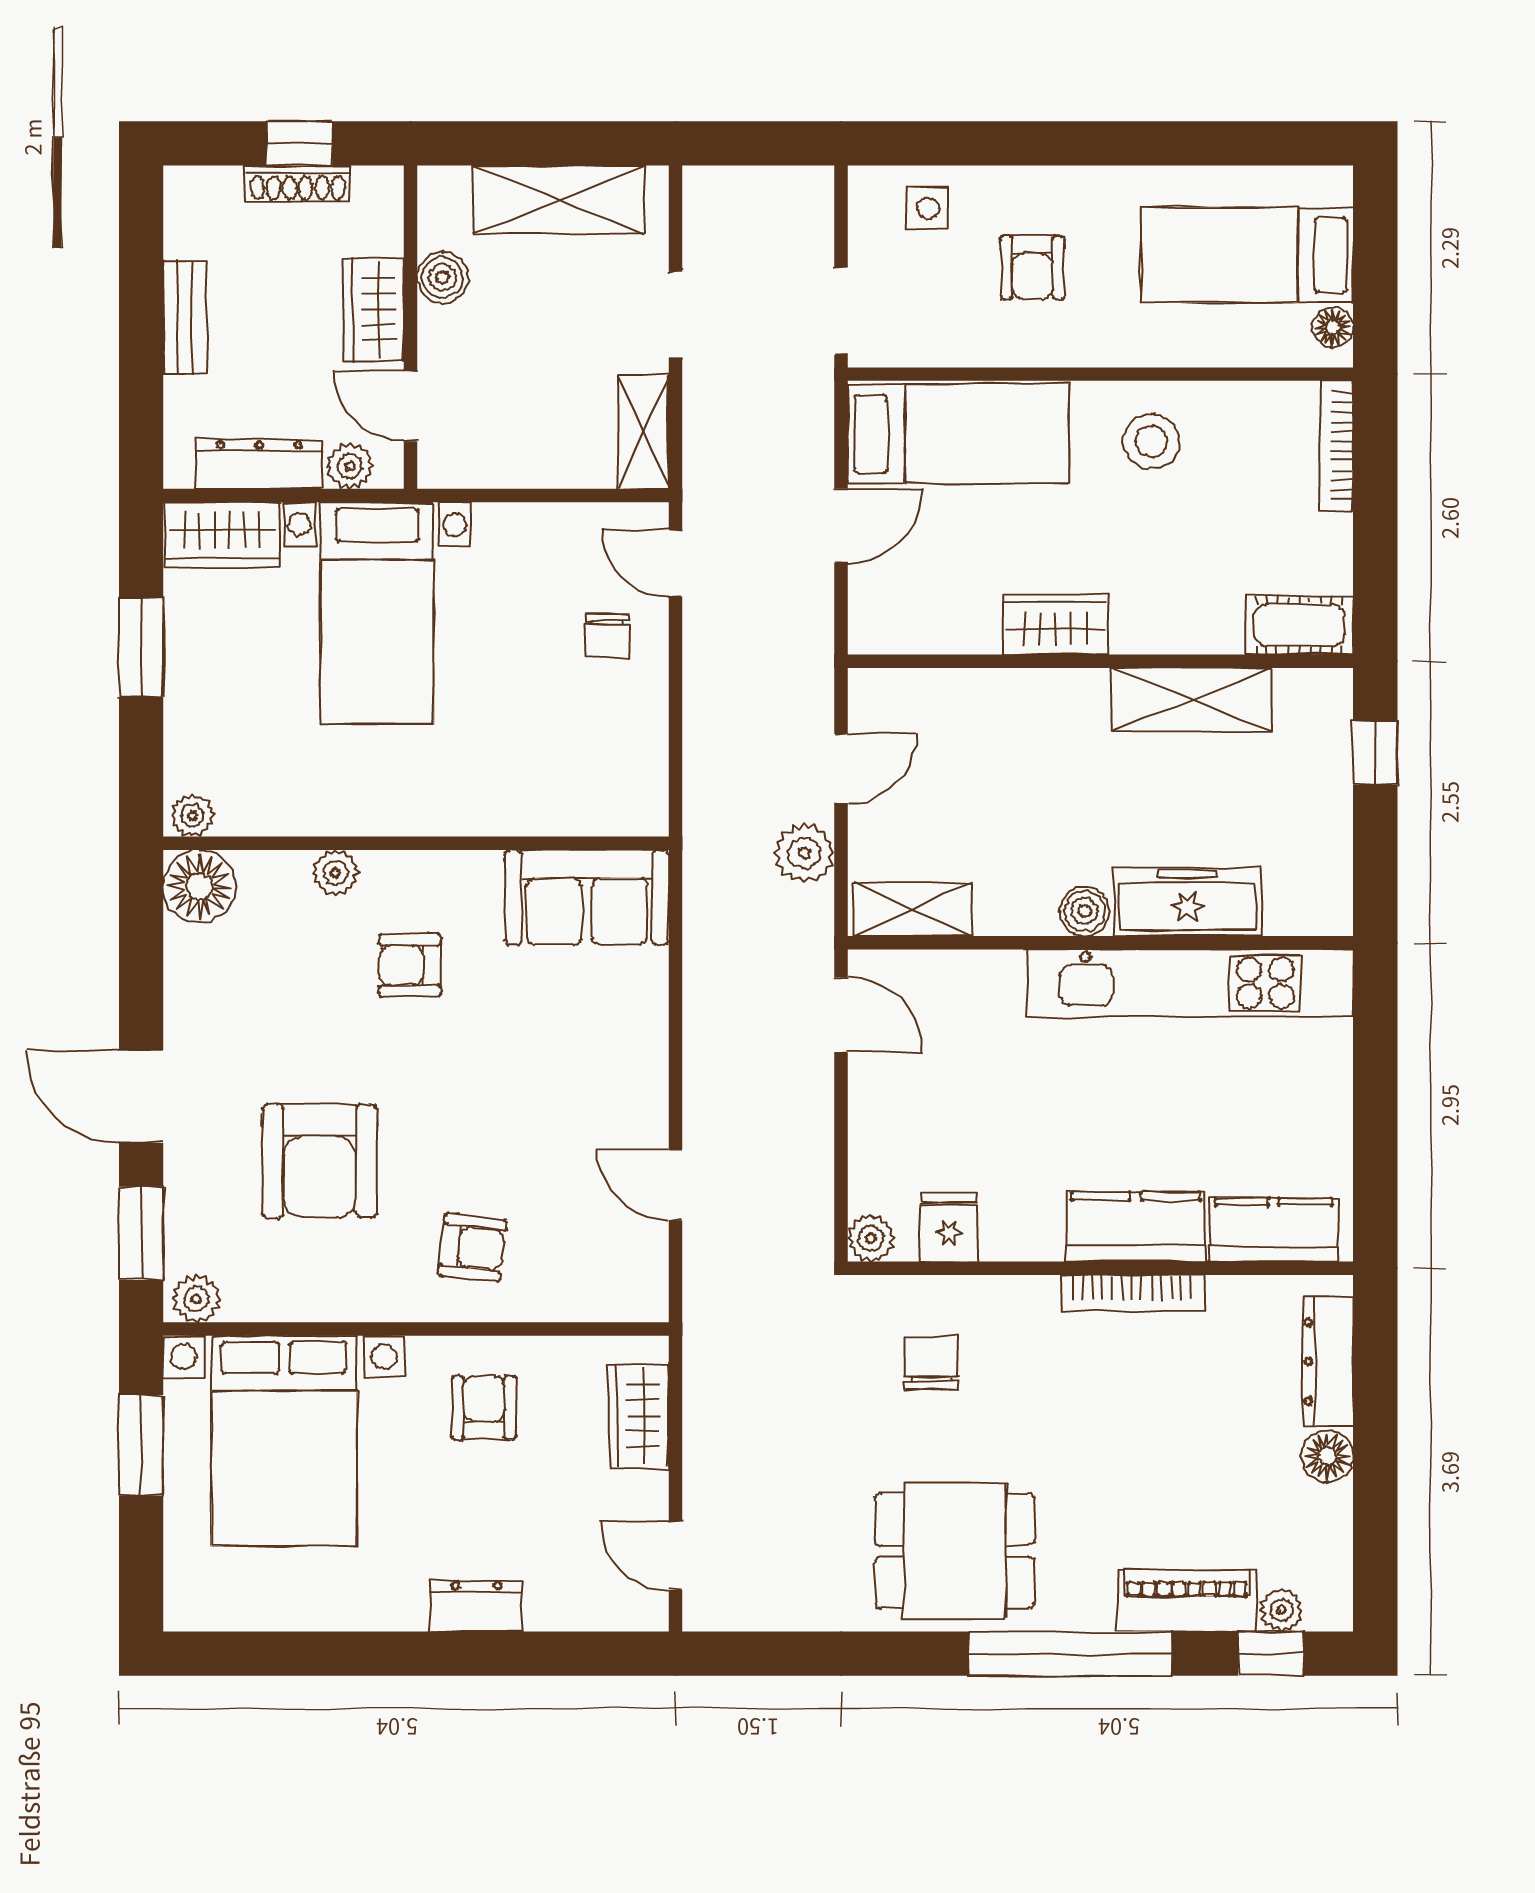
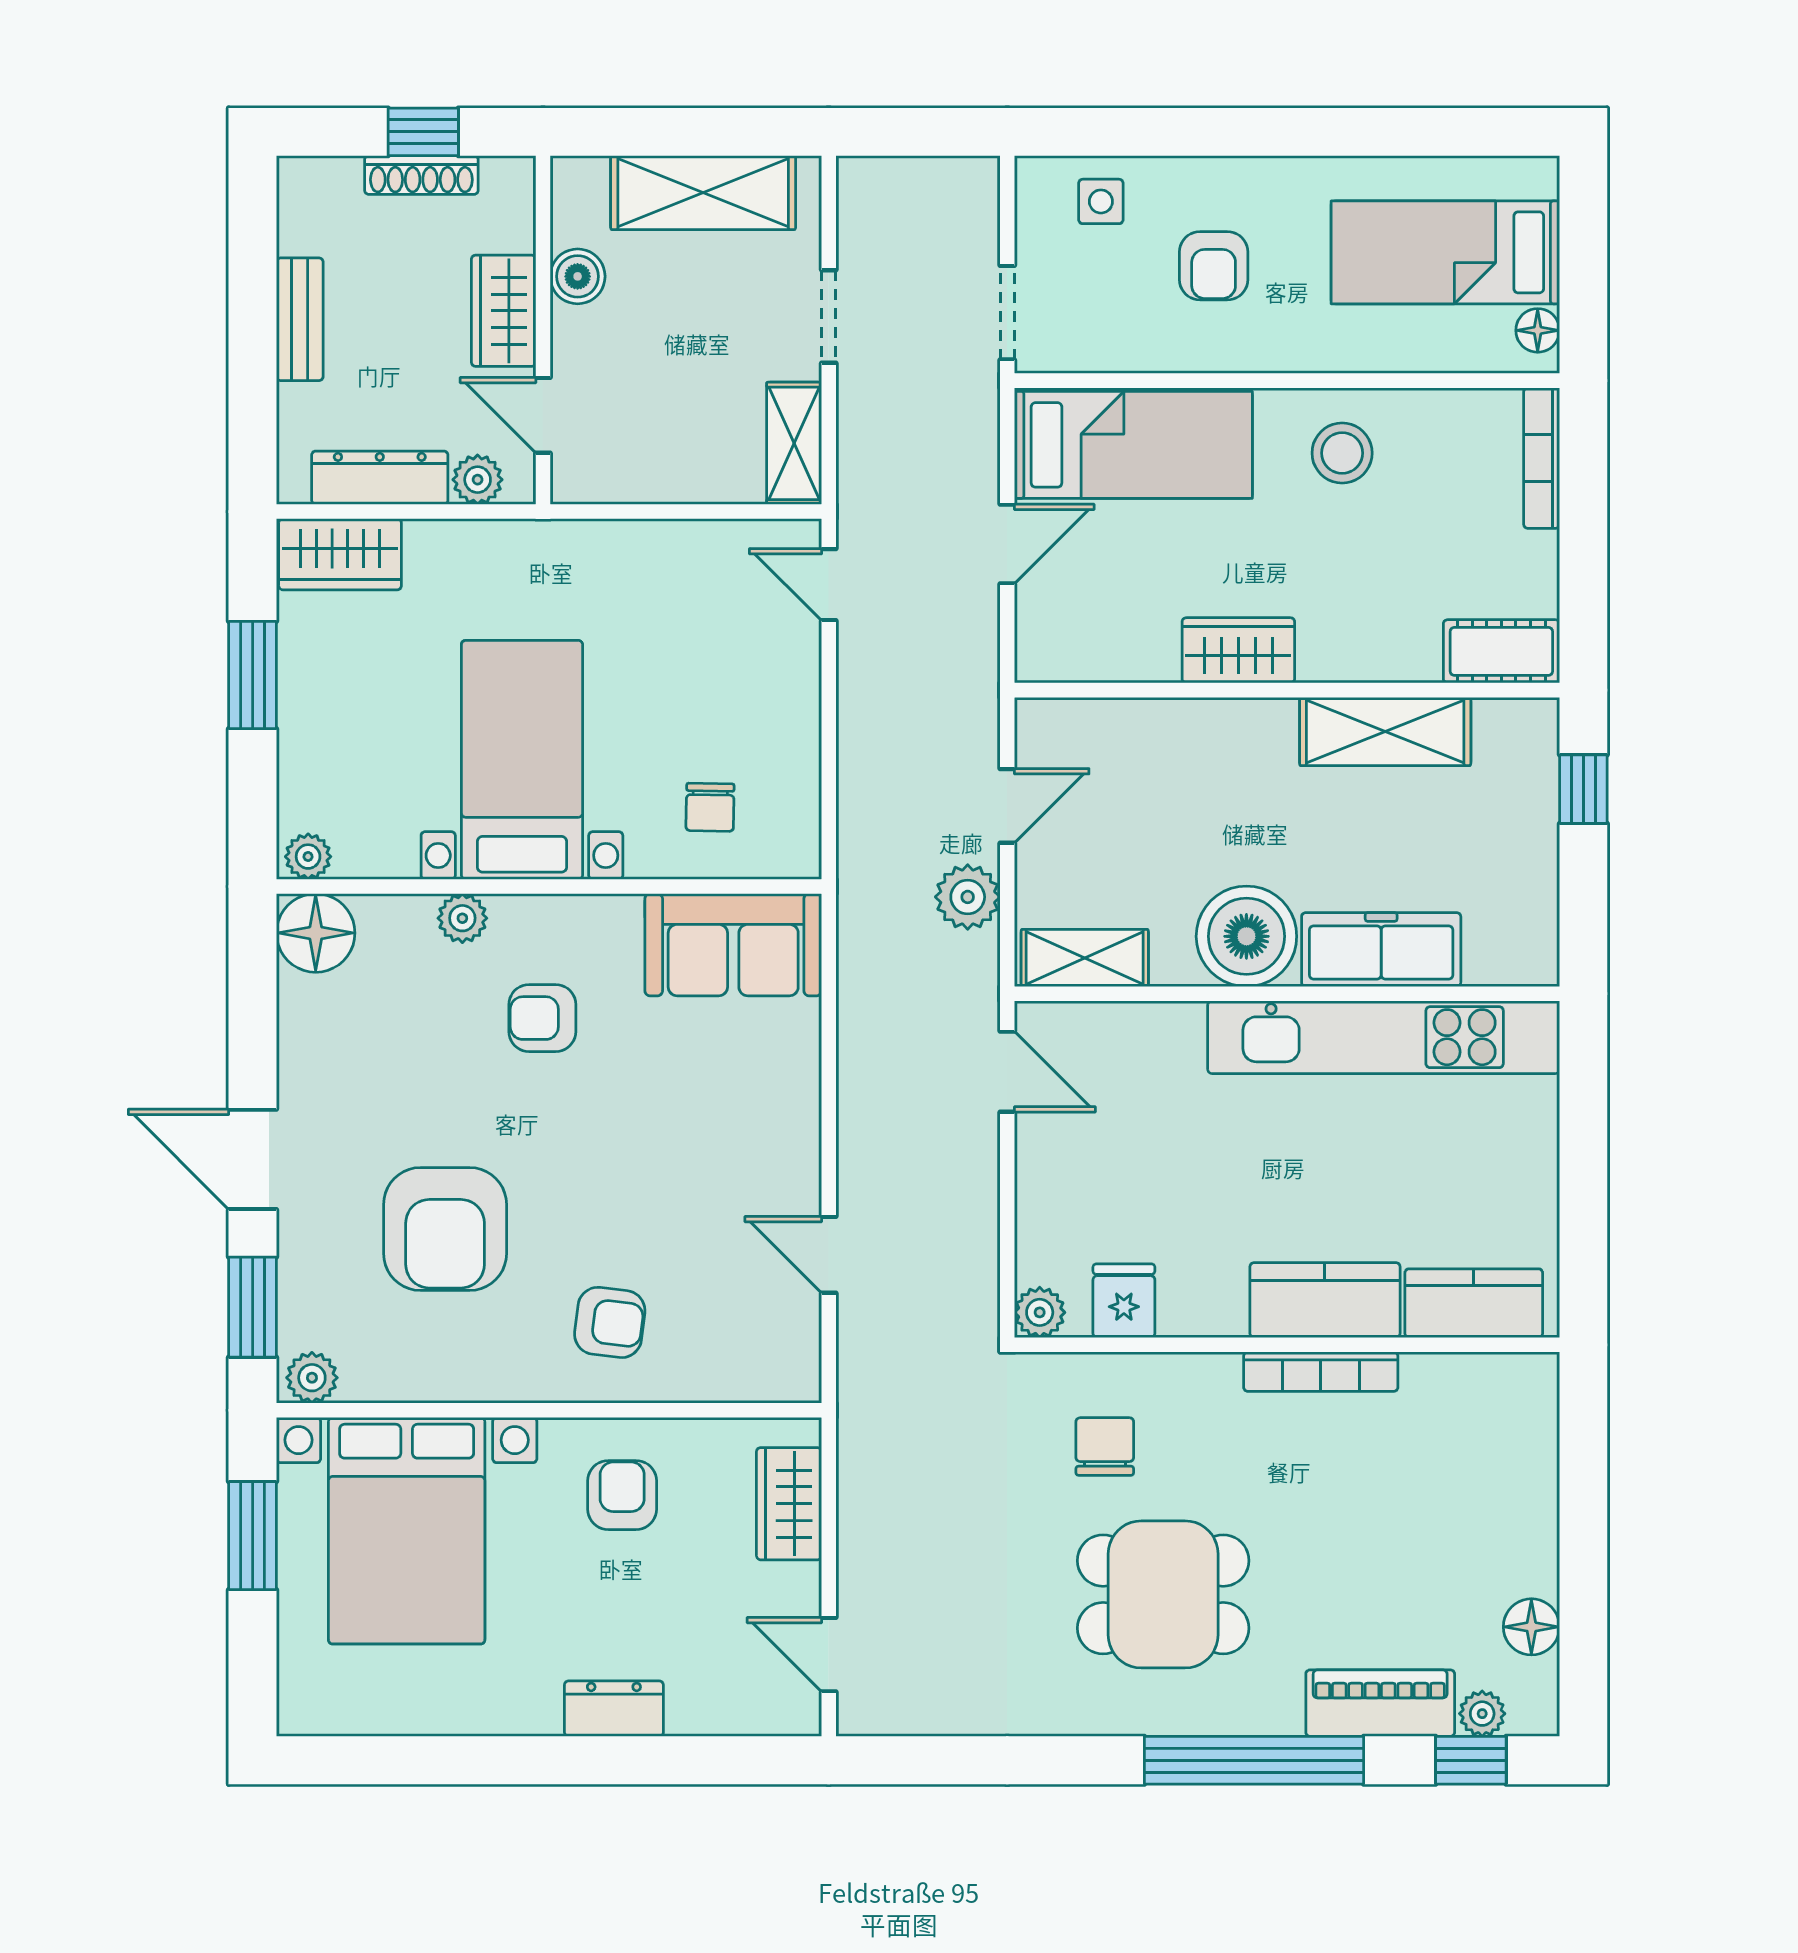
bed with nightstands: (377, 613) -> (522, 760), moved, turned 180
chair: (607, 635) -> (710, 807), moved
boiler: (1084, 911) -> (1246, 936), width x1.86, depth x1.86
dresser: (1328, 1361) -> (1532, 1445), removed
floor lamp: (1327, 1456) -> (1531, 1627), moved
dining table: (955, 1551) -> (1163, 1594), moved

